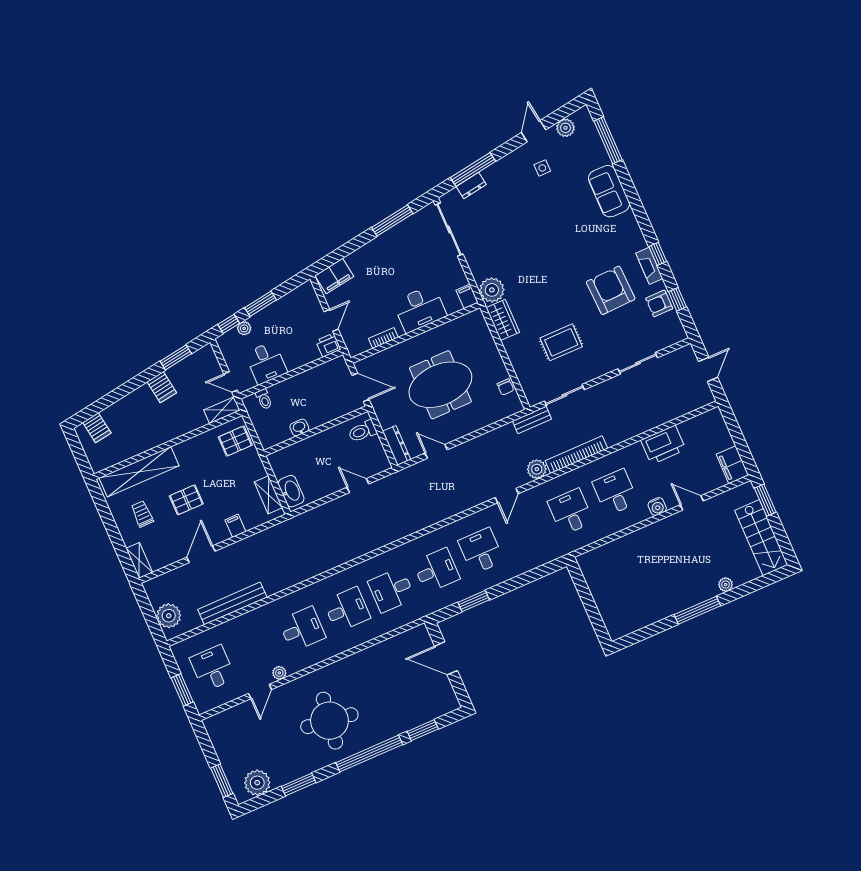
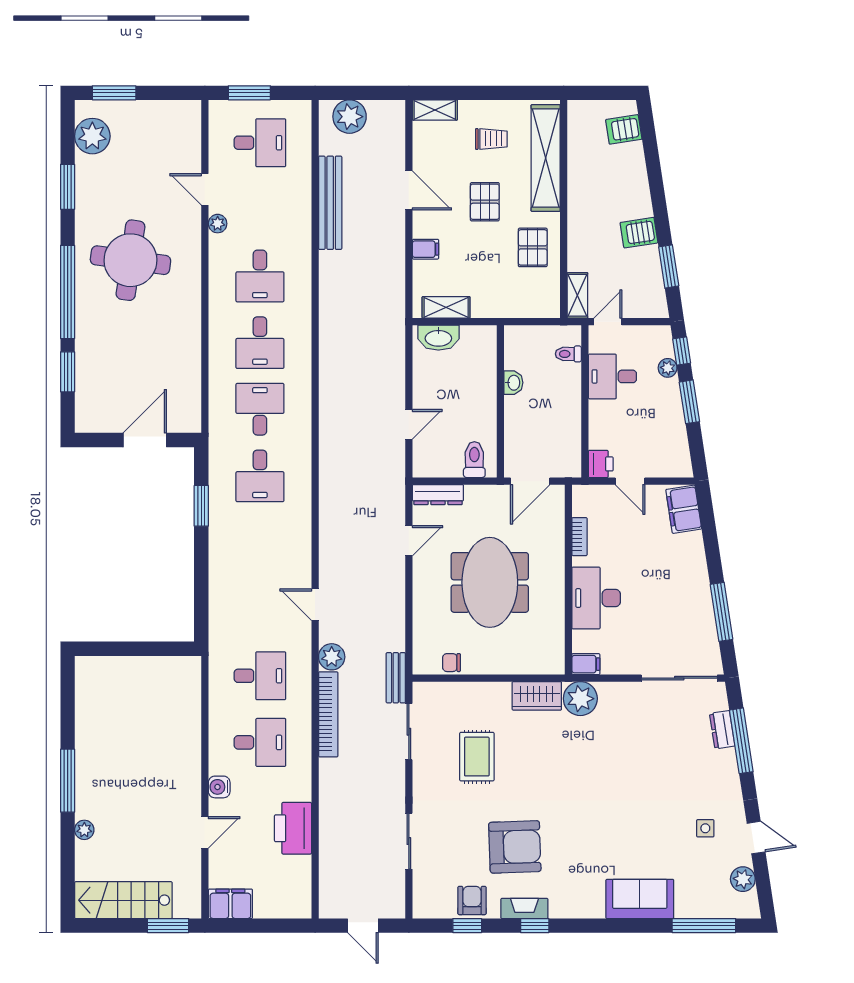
pallet: (235, 441) -> (533, 247), moved
desk: (481, 551) -> (260, 542), removed

